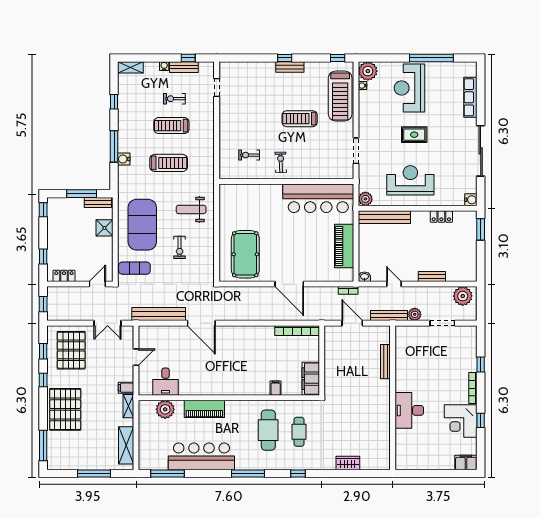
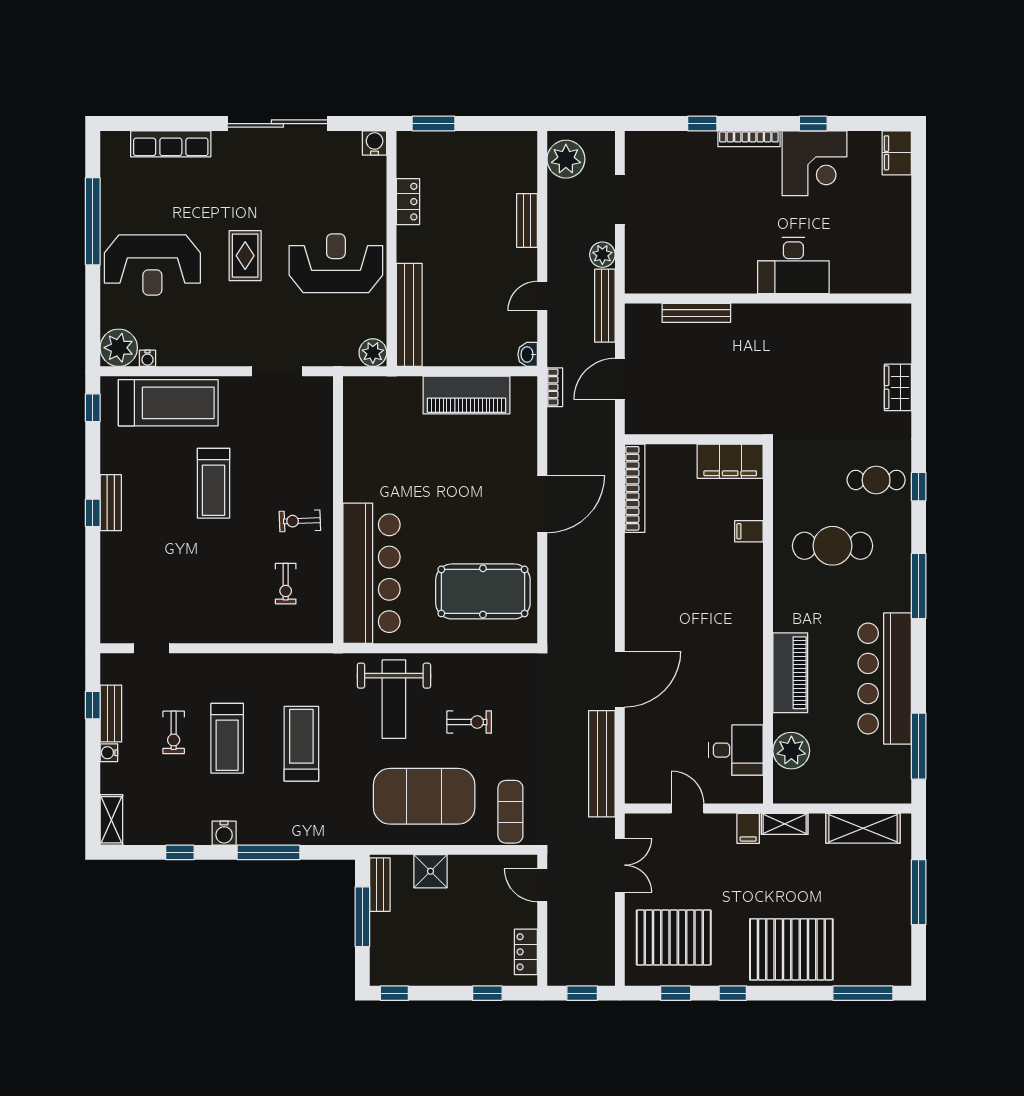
water cooler: (124, 159) -> (224, 833), moved
reception desk: (410, 180) -> (336, 263), turned 90
bar counter: (318, 198) -> (372, 573), moved
weight bench: (191, 209) -> (394, 699), width x1.36, depth x1.33
cafe table: (299, 432) -> (876, 480), moved

